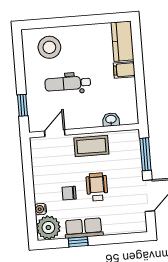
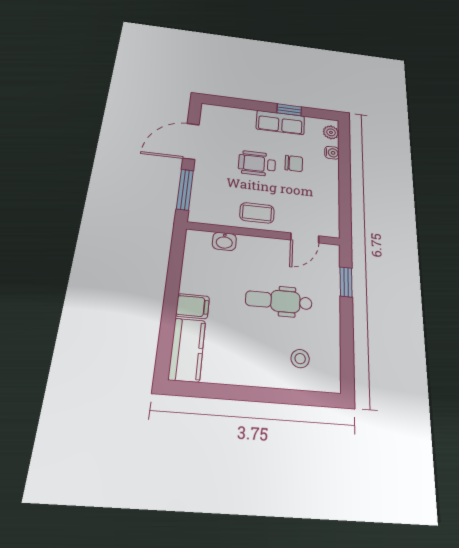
stool: (49, 47) -> (300, 359), width x0.53, depth x0.53
dental chair: (68, 83) -> (279, 301), turned 180
coffee table: (91, 146) -> (257, 213), width x0.73, depth x0.77
wheelchair: (97, 187) -> (257, 164), turned 90
plant: (48, 228) -> (331, 132), width x0.53, depth x0.53

